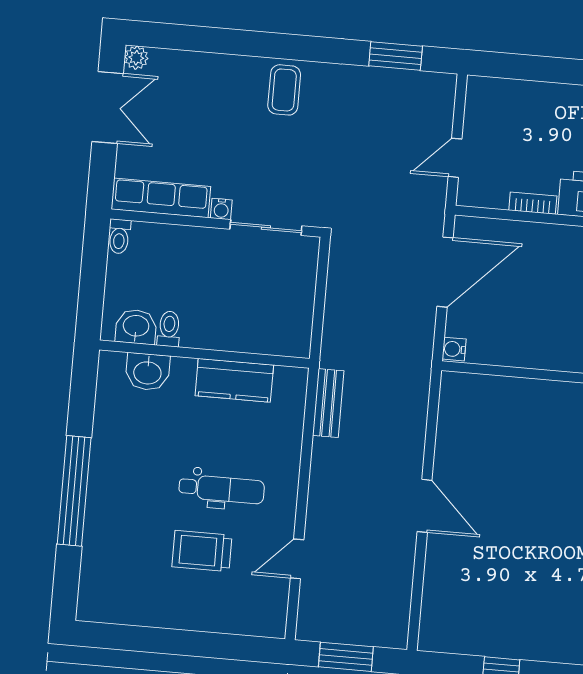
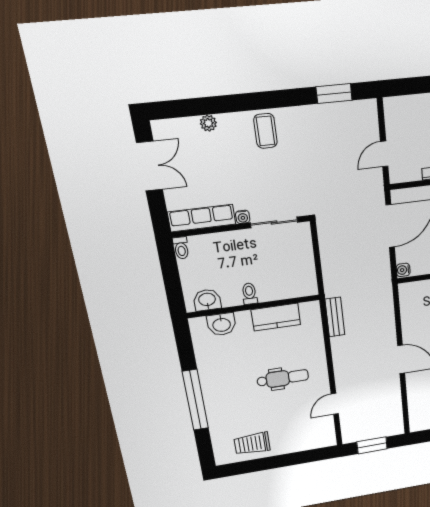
plant: (136, 58) -> (208, 123), moved
toilet: (169, 329) -> (249, 294), moved
trolley: (202, 551) -> (252, 444), moved

